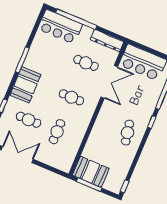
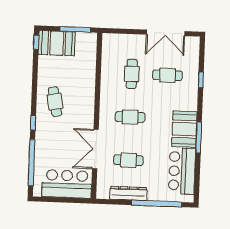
bar counter: (60, 27) -> (182, 171), moved, turned -90
dresser: (107, 41) -> (128, 193), moved
booth: (25, 85) -> (184, 129), moved
booth: (91, 172) -> (57, 43), moved

